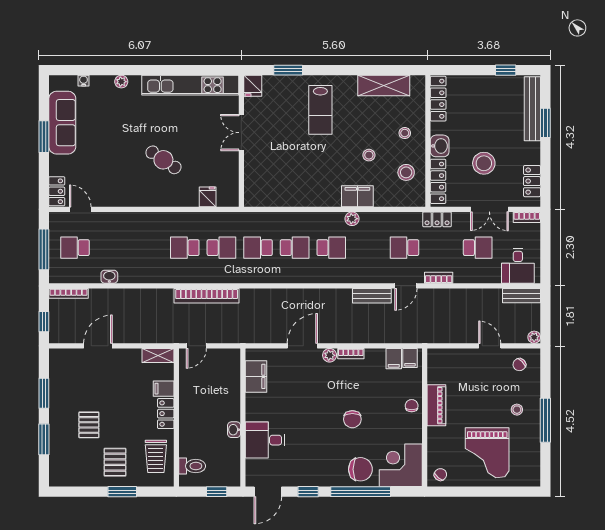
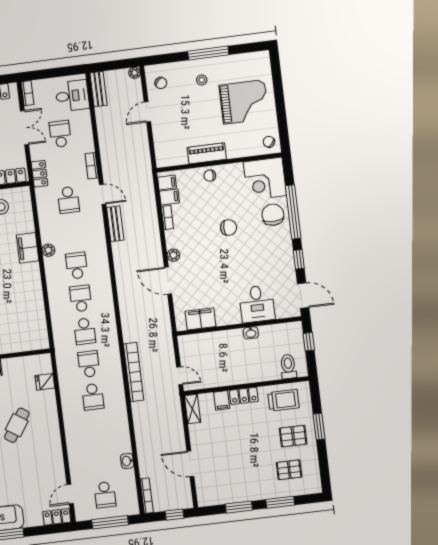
bookcase: (351, 354) -> (167, 217), moved
pallet: (89, 425) -> (289, 470), moved

